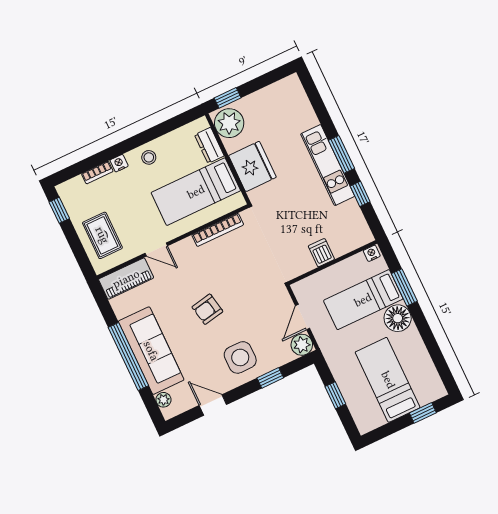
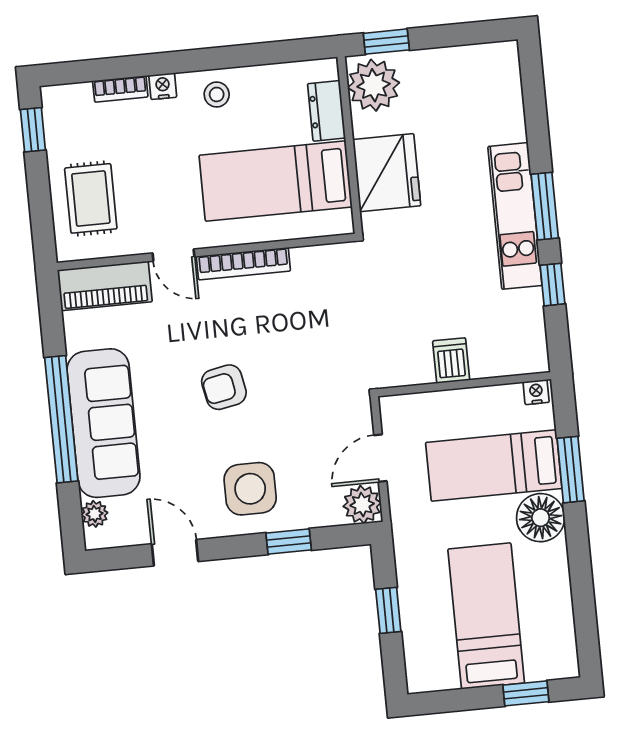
bookcase: (218, 230) -> (243, 264), moved

